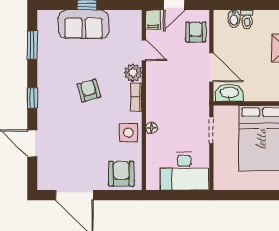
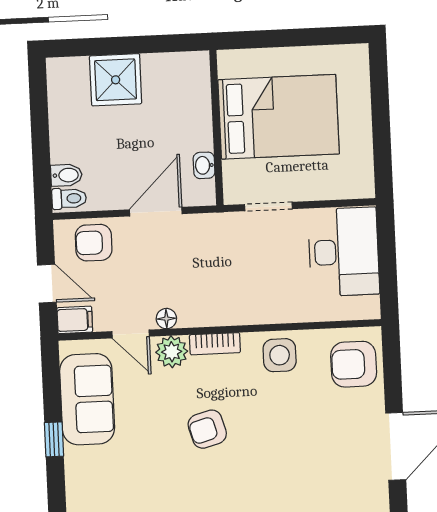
toilet: (247, 19) -> (69, 198), moved
sofa: (84, 24) -> (87, 399), moved
door: (144, 50) -> (131, 334), swing flipped
washbasin: (229, 93) -> (204, 165), width x0.52, depth x0.69
floor lamp: (151, 128) -> (166, 319), moved

